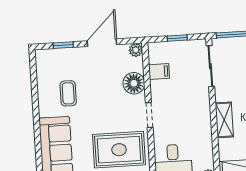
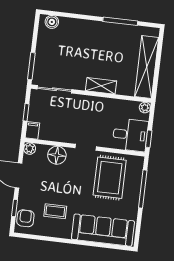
armchair: (54, 60) -> (25, 218), added
filing cabinet: (159, 71) -> (32, 130), moved

